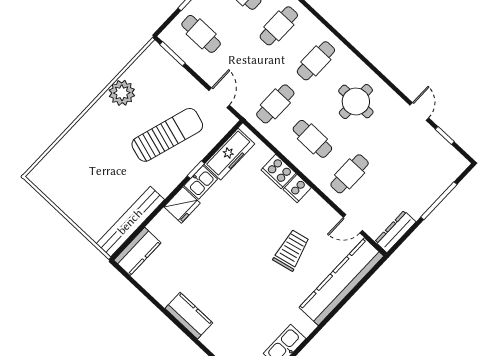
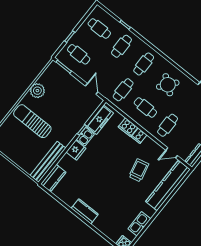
round table: (356, 101) -> (168, 85), turned 38
sun lounger: (167, 135) -> (32, 121), moved, turned -107

